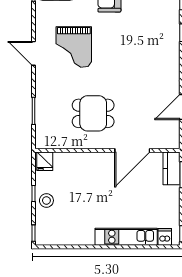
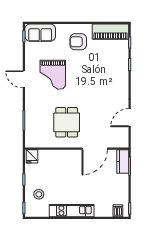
dining table: (93, 113) -> (67, 122), turned 90
stool: (46, 200) -> (39, 194), moved
kitchen unit: (126, 237) -> (72, 211), moved

